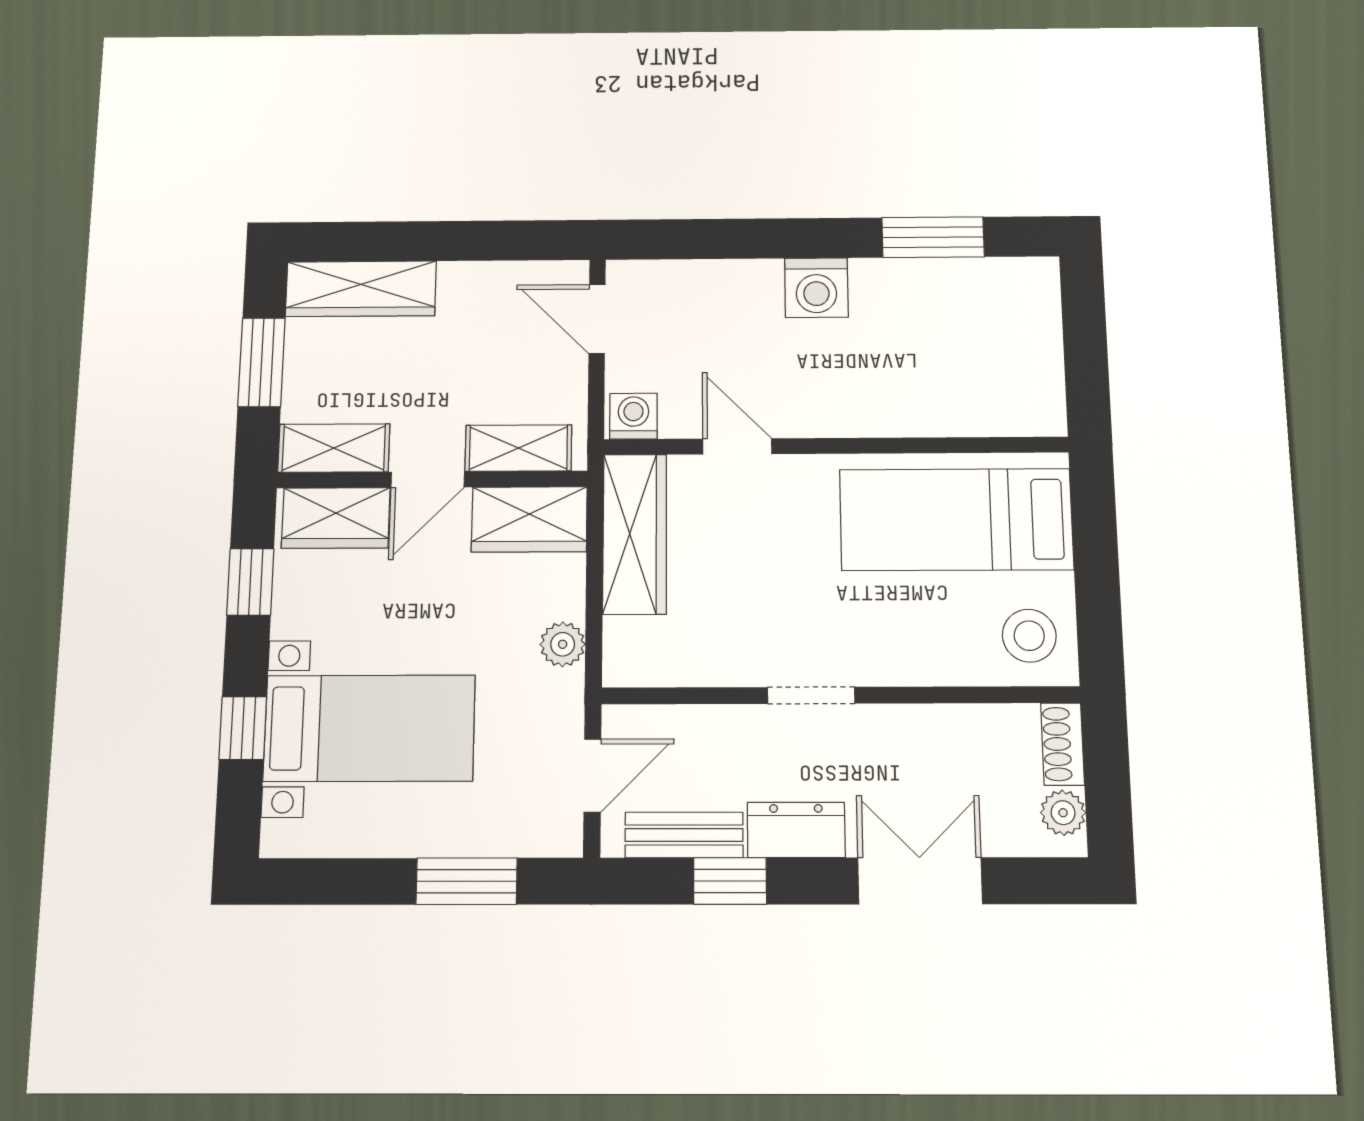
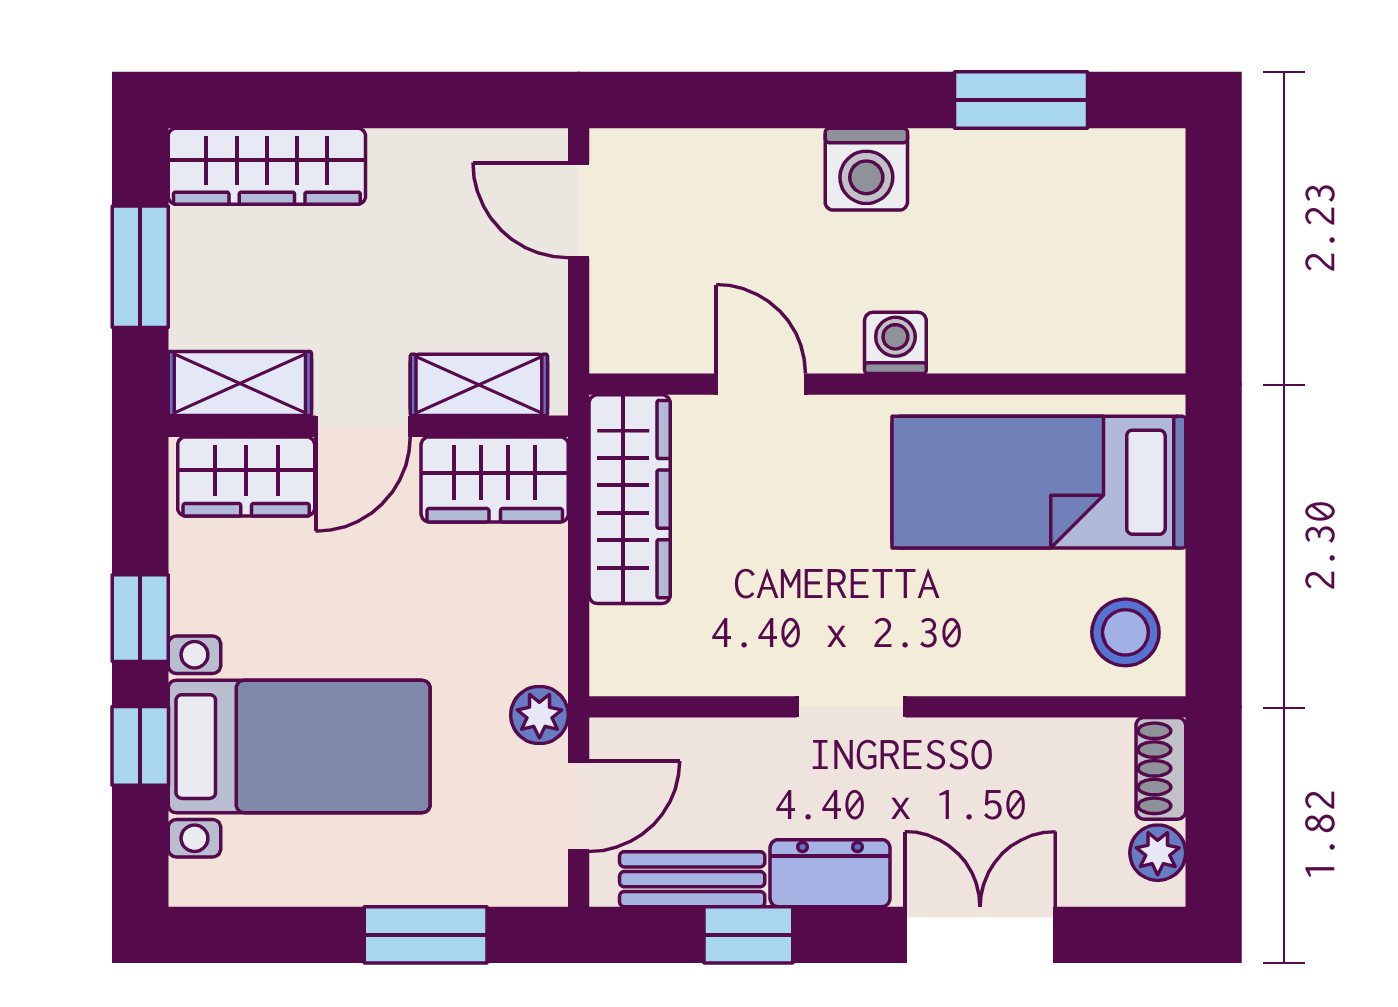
washing machine: (633, 416) -> (895, 343), moved
window: (250, 582) -> (140, 618), moved
plant: (563, 644) -> (539, 715), moved

